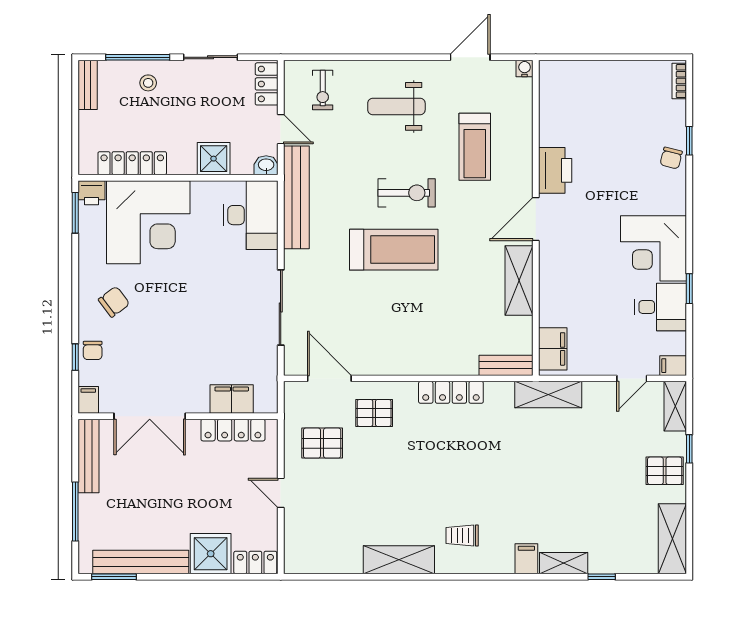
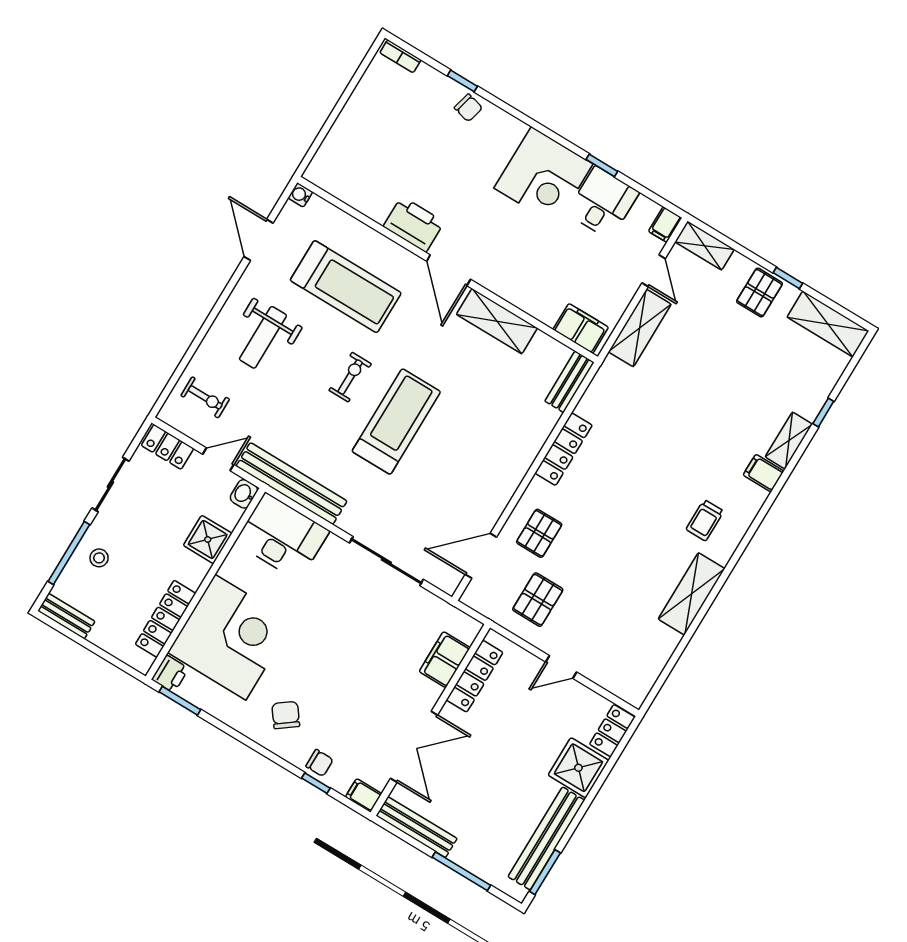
treadmill: (475, 147) -> (346, 287), width x1.37, depth x1.38
exercise bike: (407, 193) -> (350, 377), width x0.73, depth x0.72
shelving: (548, 395) -> (640, 328), moved
window: (689, 449) -> (788, 278), moved

